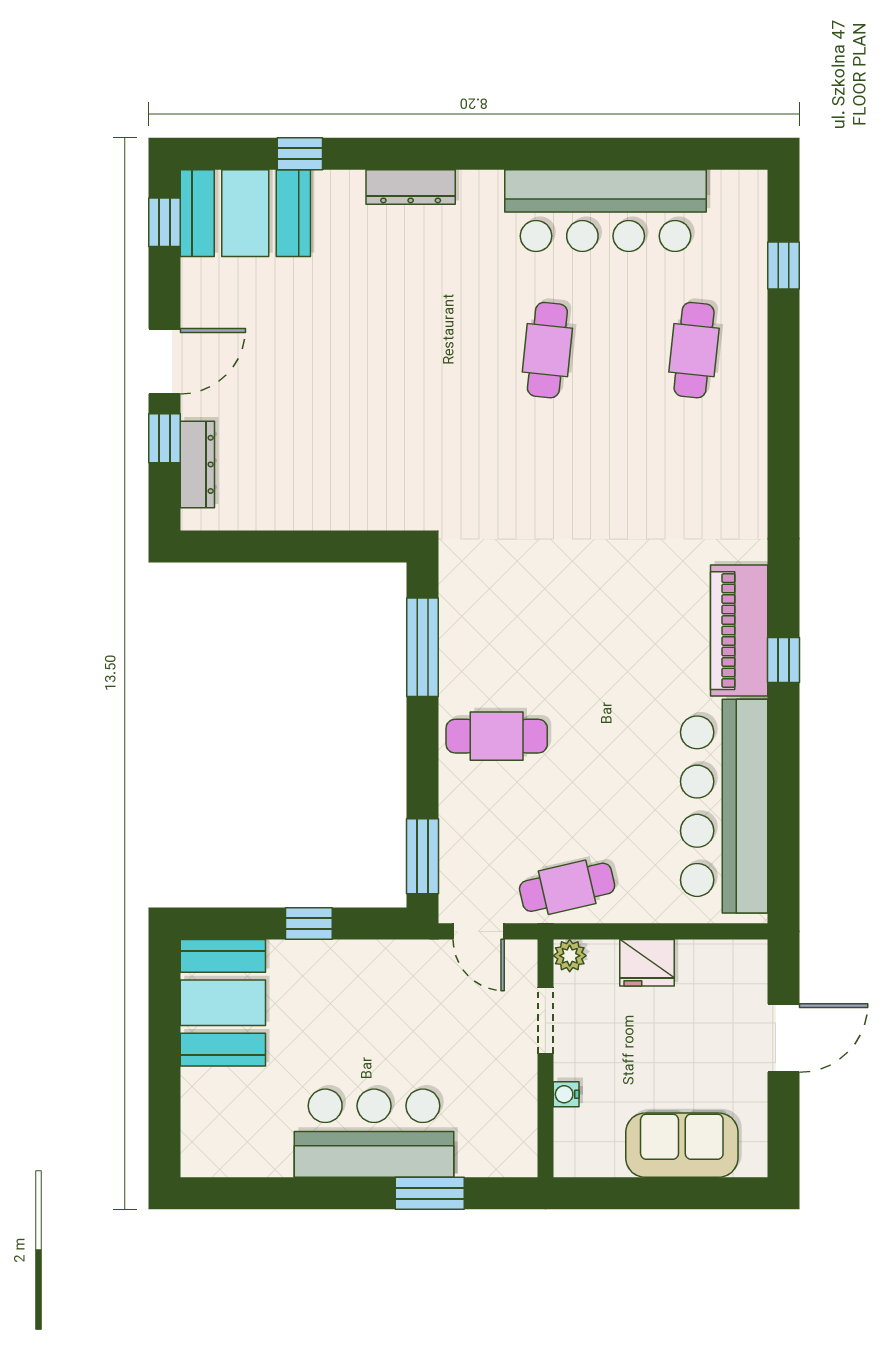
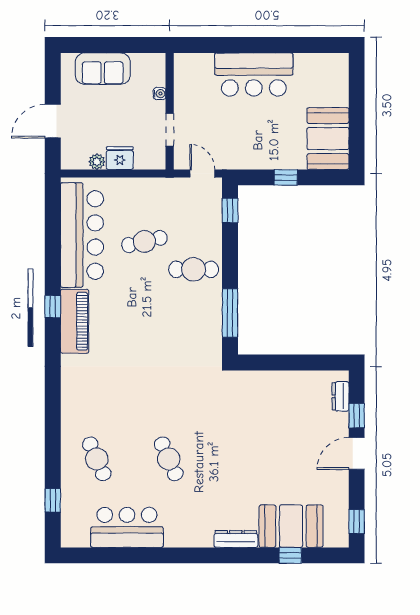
bar counter: (606, 211) -> (127, 527), width x0.73
booth: (245, 213) -> (291, 526), moved
cafe table: (547, 350) -> (169, 459), turned -30
cafe table: (694, 350) -> (97, 459), turned -30
dresser: (197, 464) -> (341, 396), width x0.70
window: (422, 856) -> (230, 210), width x0.67
cafe table: (567, 887) -> (144, 241), moved
plant: (570, 956) -> (97, 162), moved
window: (430, 1193) -> (226, 45), removed

